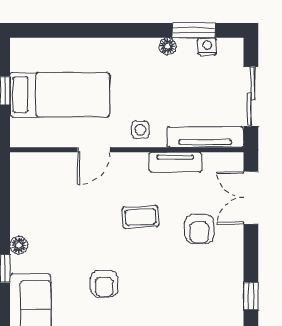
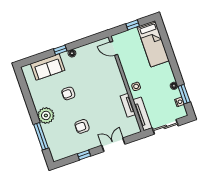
bed: (60, 95) -> (153, 44), moved
door: (94, 150) -> (114, 48), moved
double door: (251, 198) -> (113, 145), moved
coffee table: (140, 217) -> (101, 99), removed
armchair: (199, 229) -> (82, 126), moved

